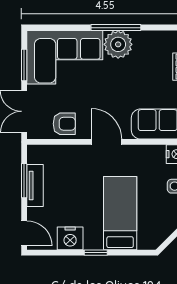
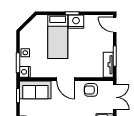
tv unit: (35, 186) -> (108, 65), moved
nightstand: (70, 238) -> (76, 22), moved

